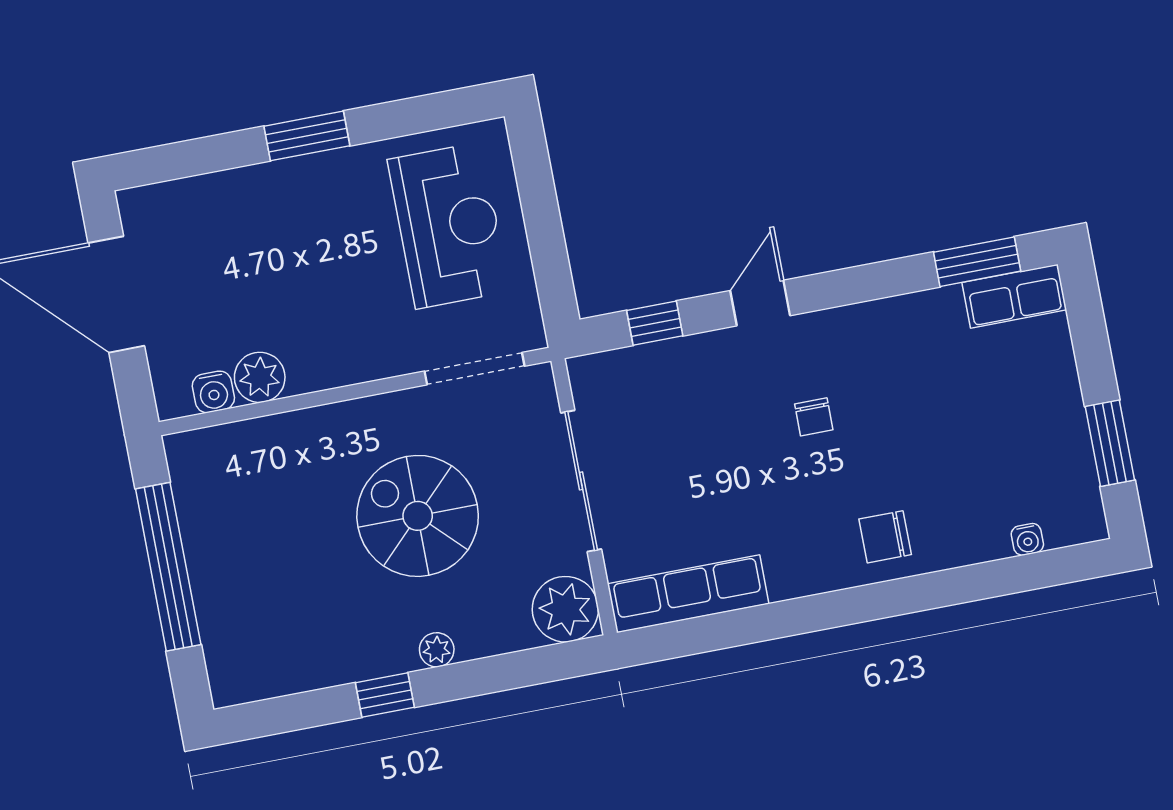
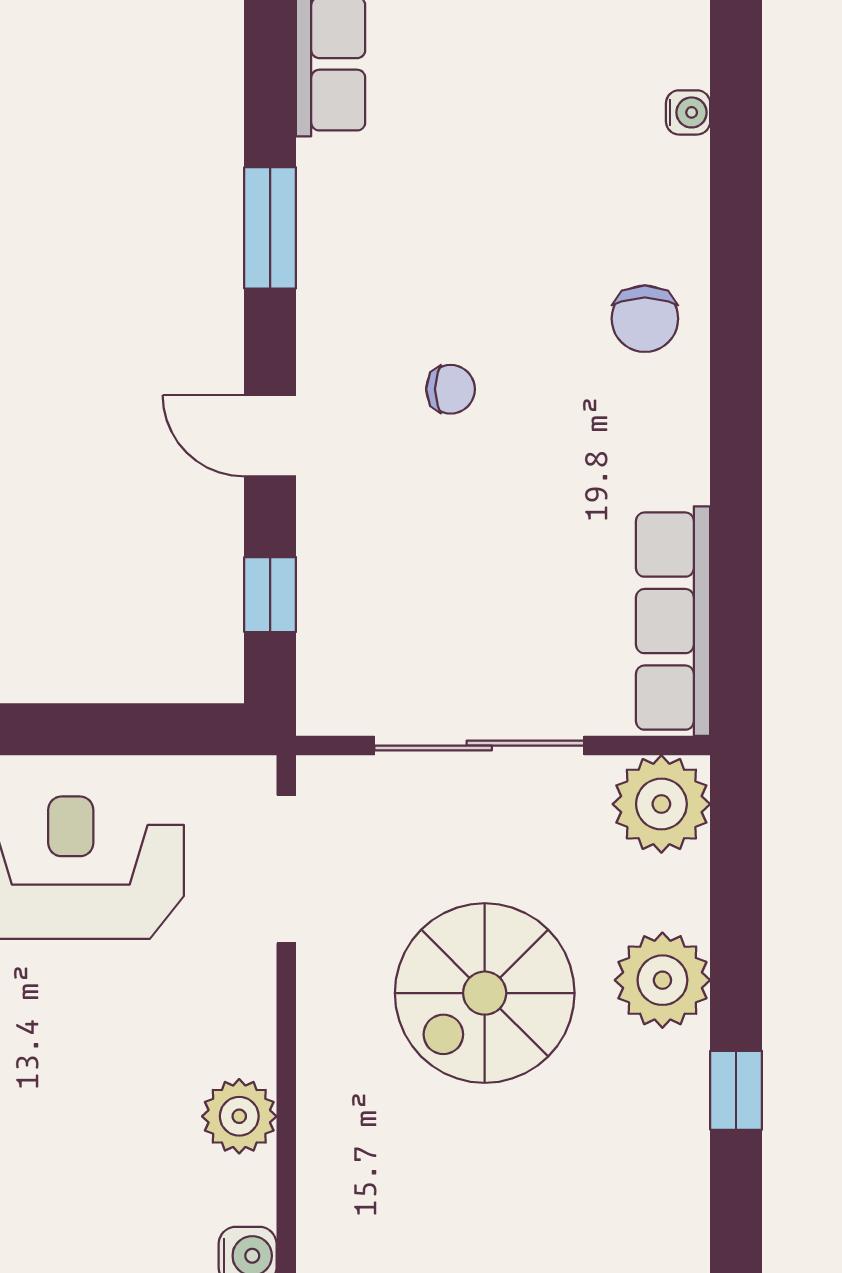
window: (977, 262) -> (270, 228), moved
plant: (260, 377) -> (239, 1116), moved
plant: (437, 650) -> (662, 980), width x1.87, depth x1.87

